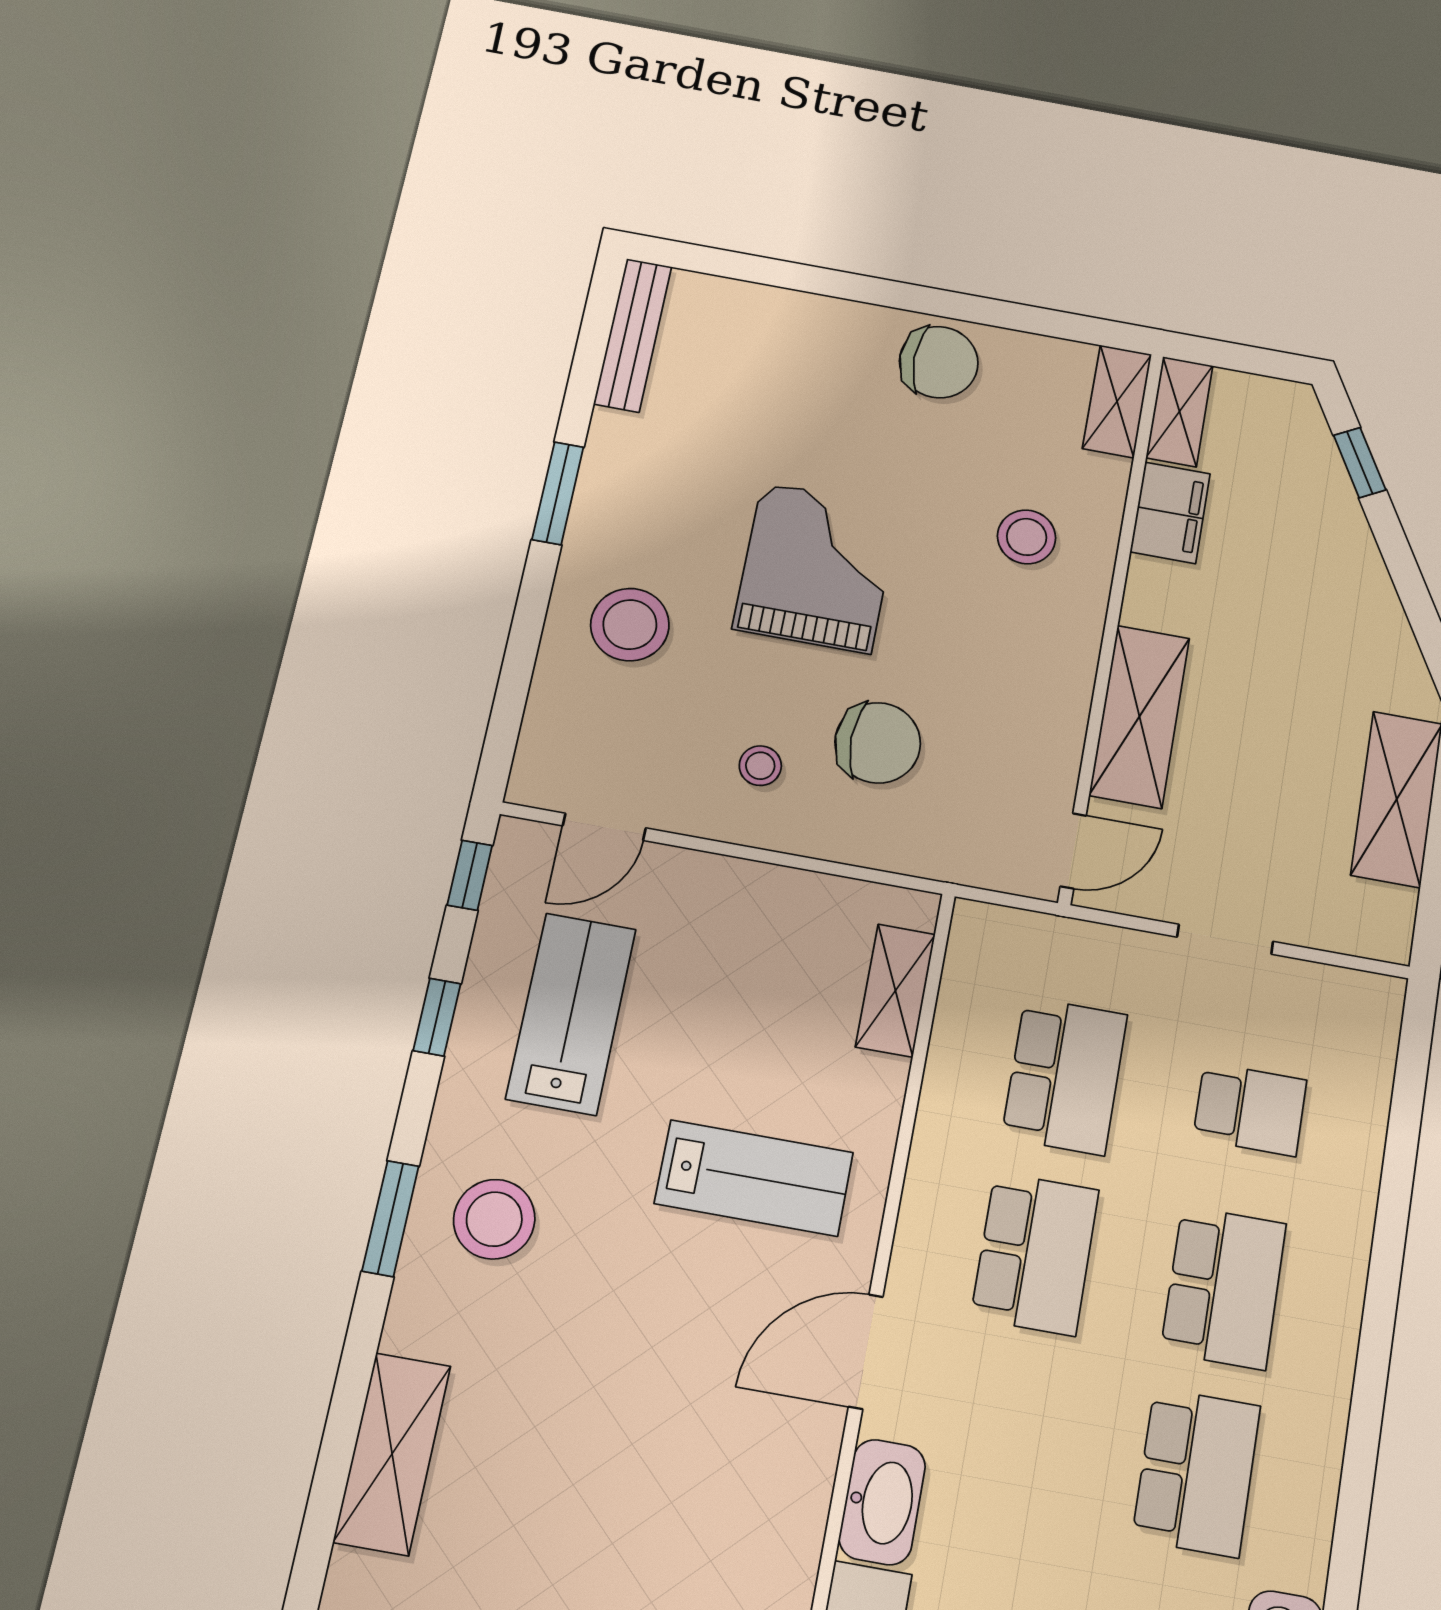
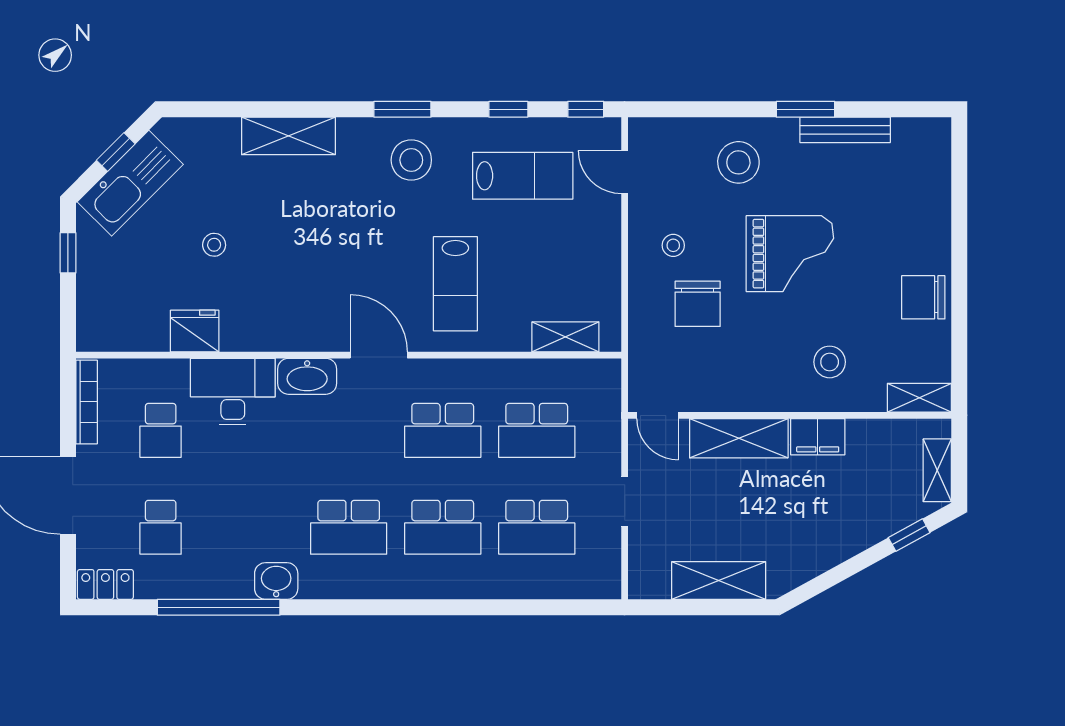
bench: (633, 335) -> (845, 130), moved
chair: (939, 362) -> (923, 297), turned 90
shelving: (1179, 412) -> (937, 470), moved, turned 90
filing cabinet: (1170, 513) -> (818, 437), moved
school desk: (1250, 1109) -> (537, 527), width x1.85

